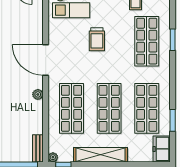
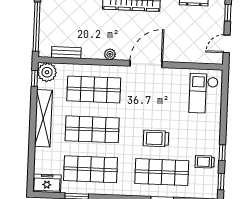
trolley: (97, 39) -> (156, 138), moved
bench: (38, 148) -> (66, 53), moved
plant: (53, 157) -> (47, 72), width x1.88, depth x1.88

